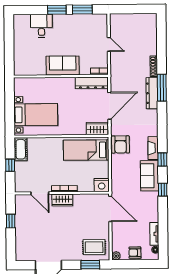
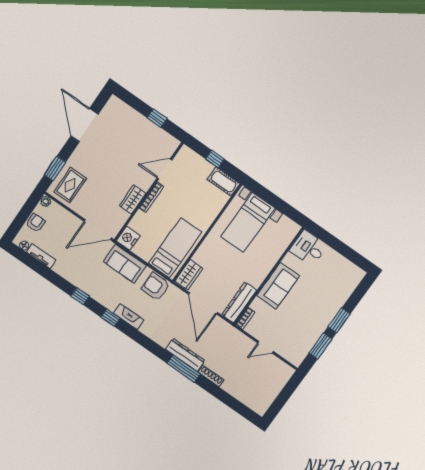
desk: (41, 26) -> (308, 248), moved, turned 180
sofa: (149, 176) -> (125, 264), moved, turned 180
wardrobe: (62, 200) -> (133, 199), moved

